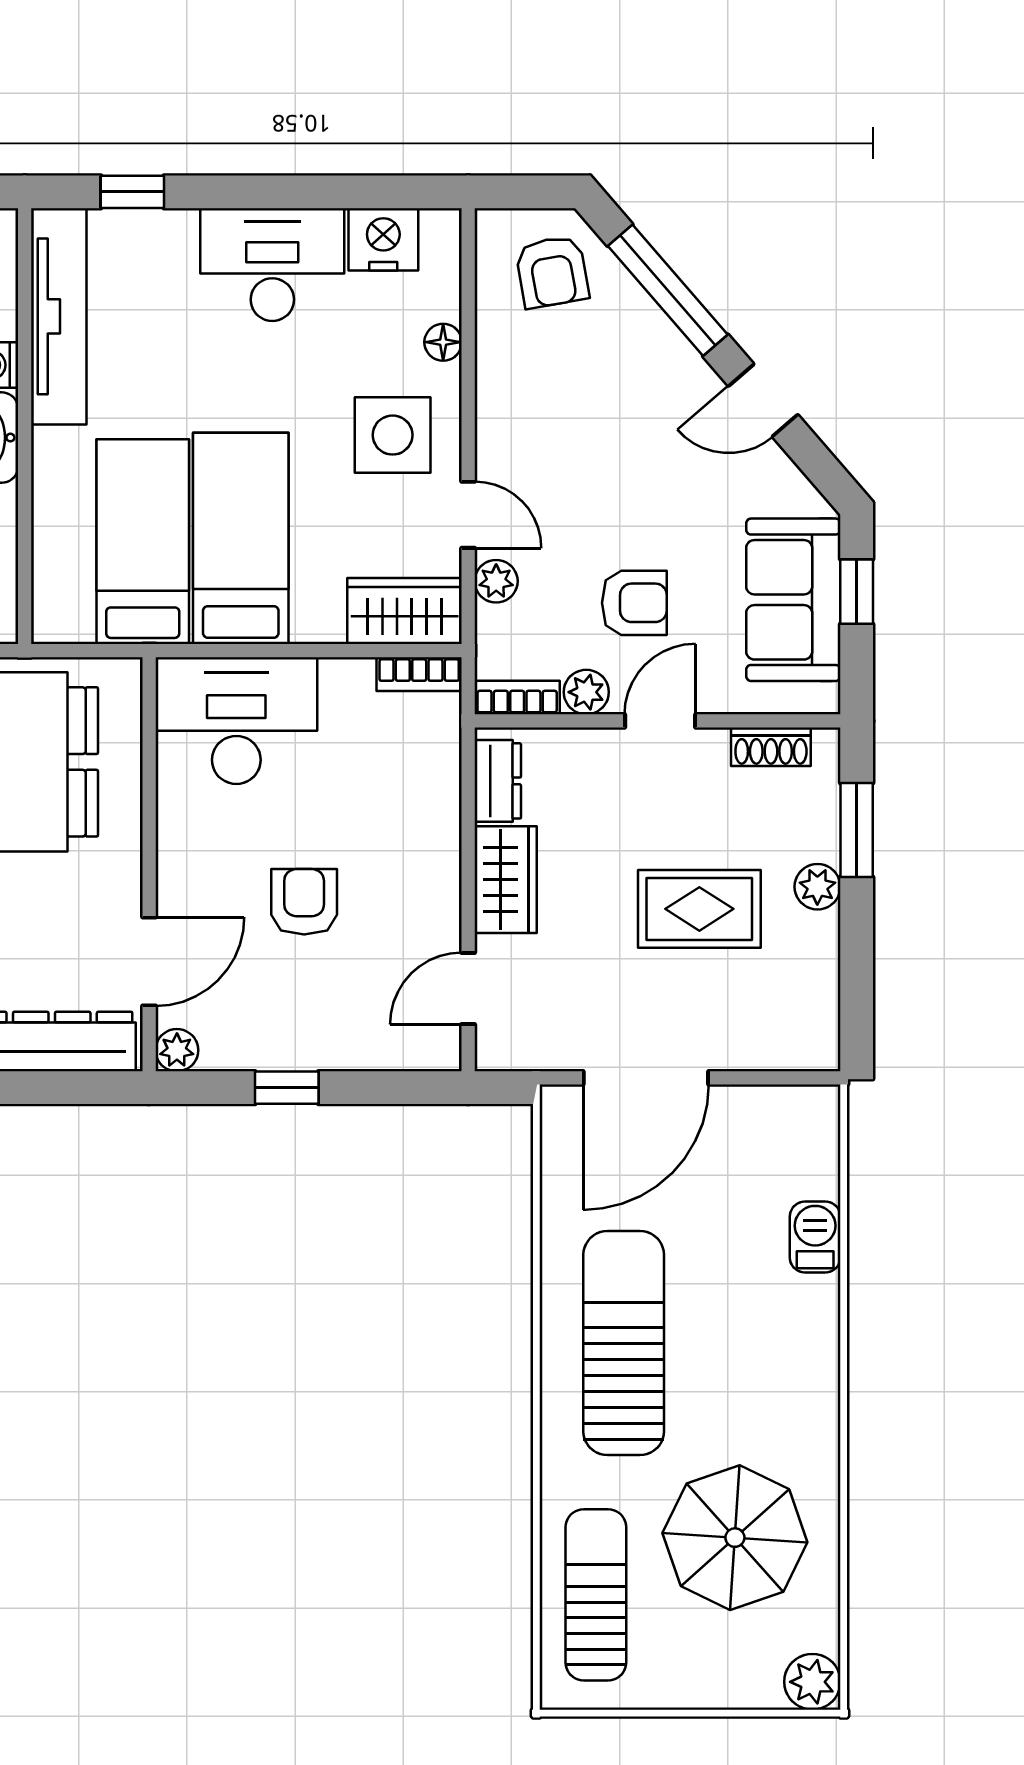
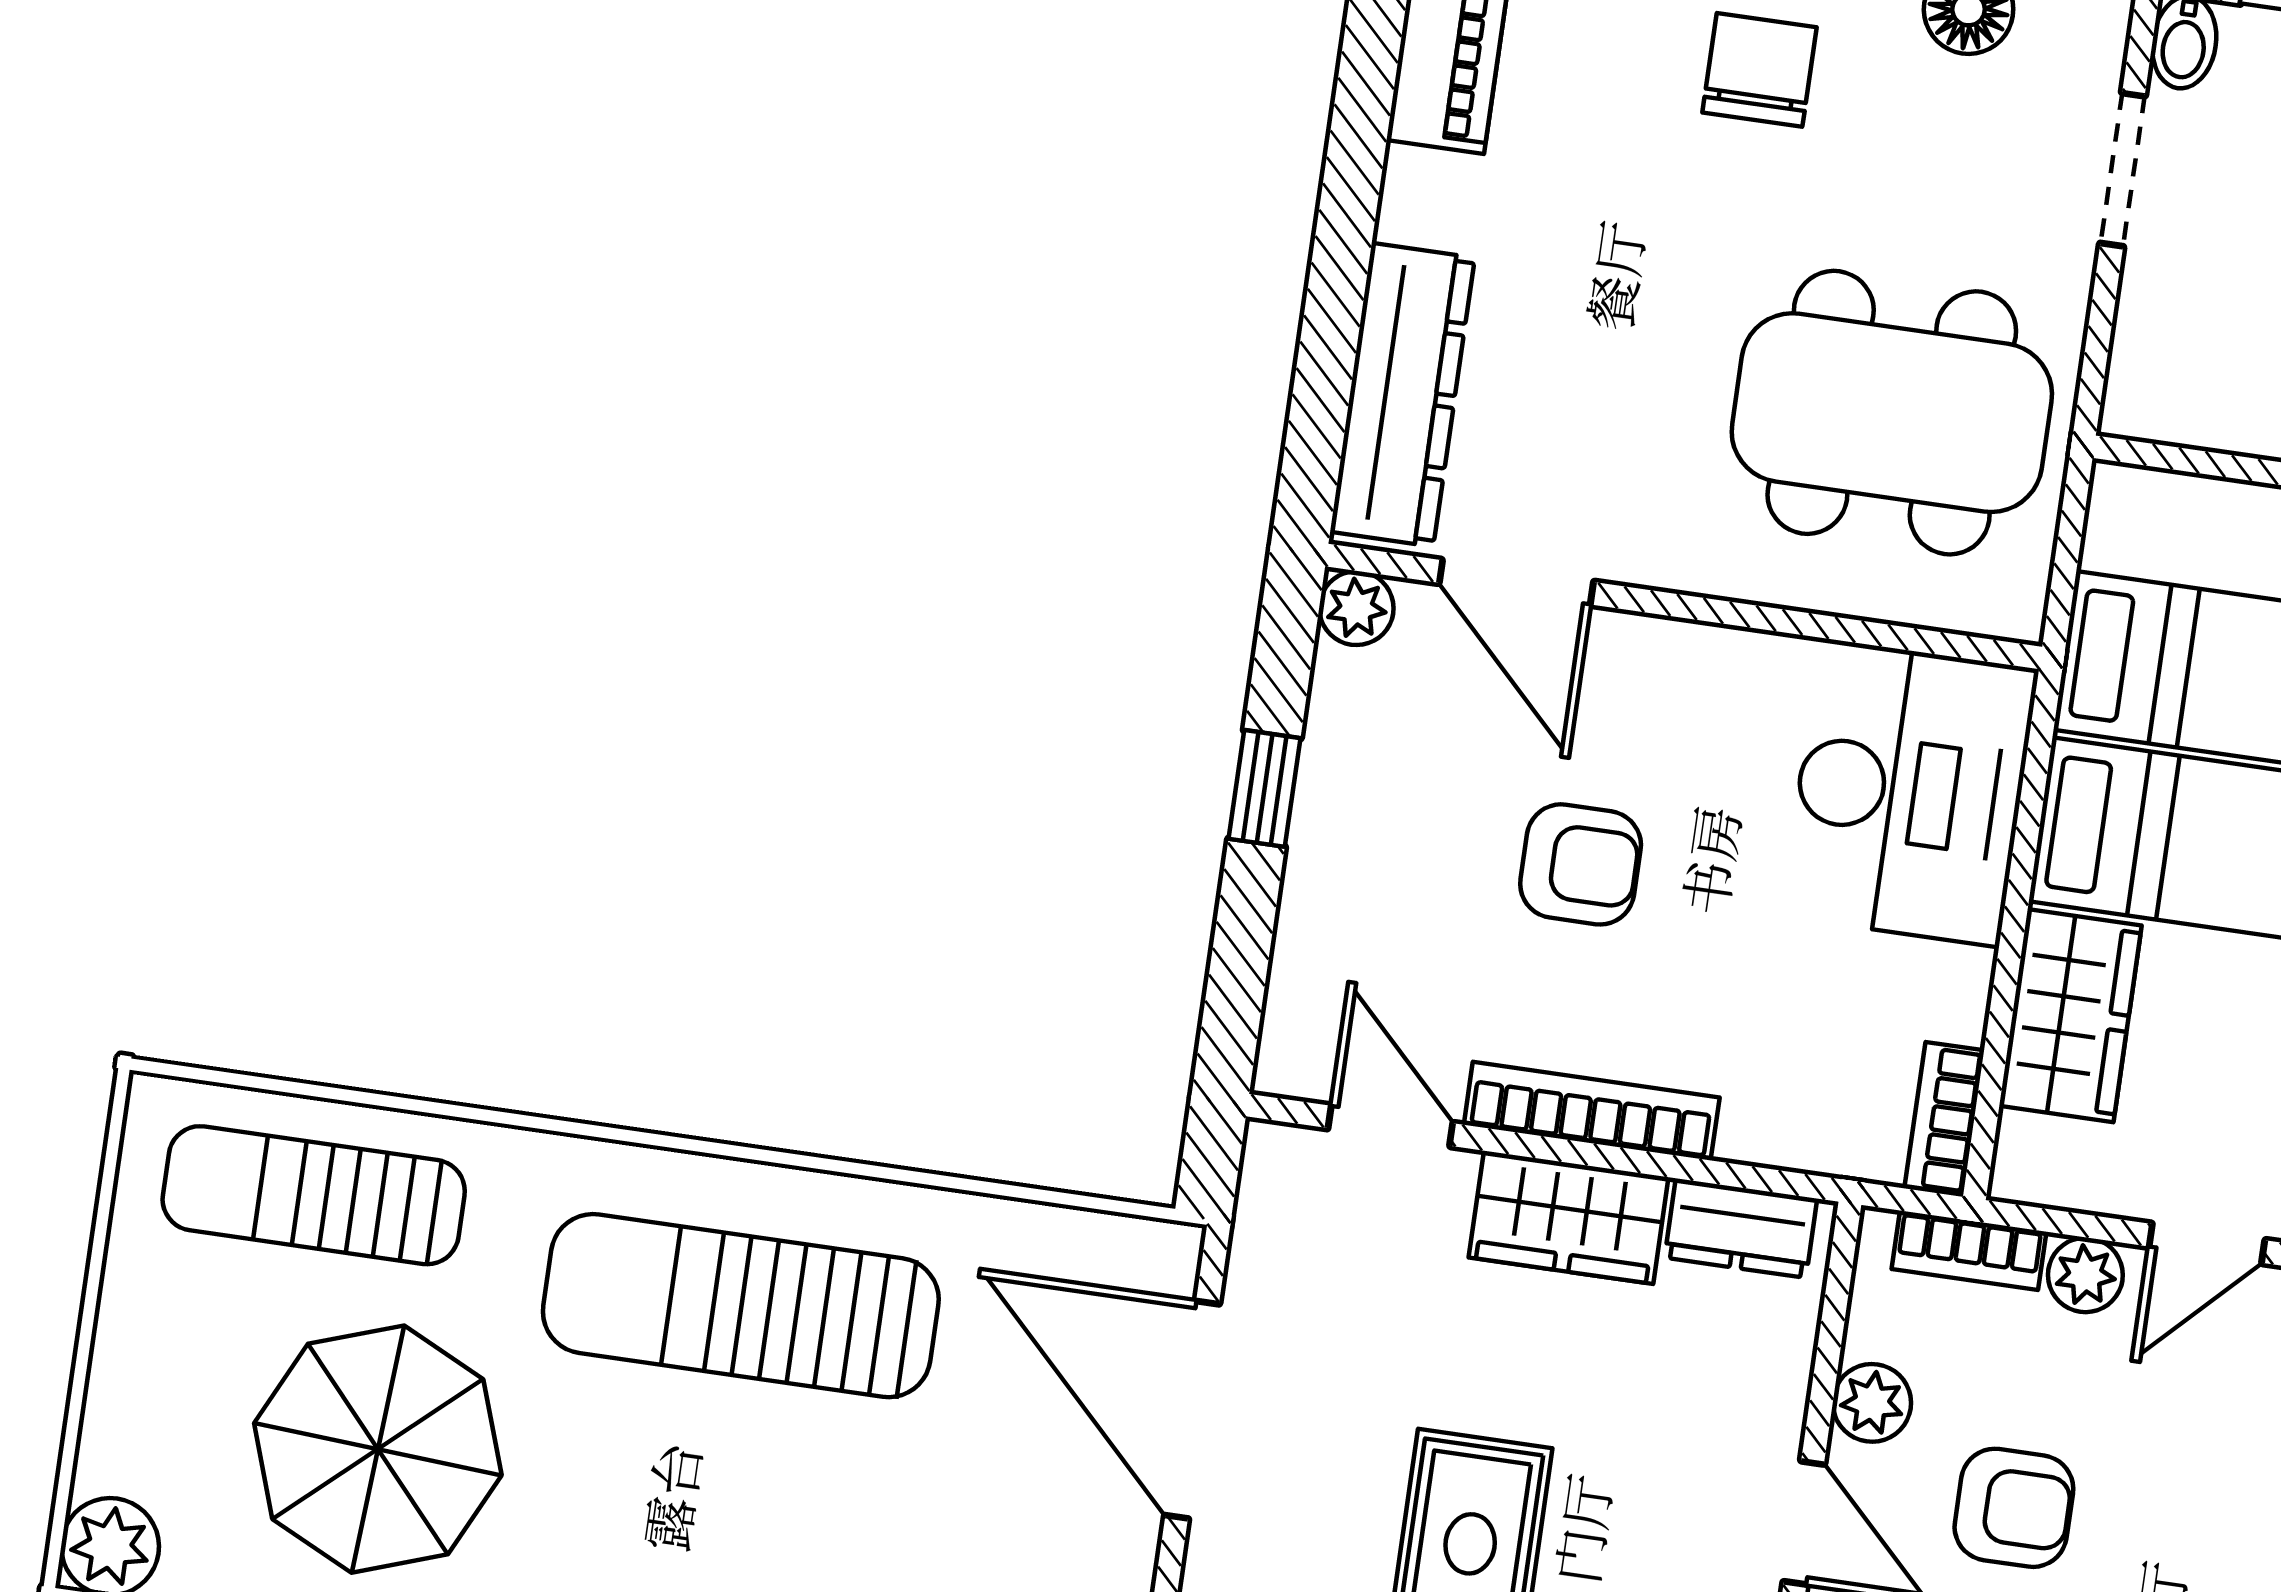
armchair: (634, 603) -> (2014, 1508), turned -90
wardrobe: (405, 611) -> (2070, 1016), moved
bookcase: (517, 698) -> (1969, 1250), moved, turned 90
bookcase: (443, 875) -> (1592, 1111), added
sun lounger: (624, 1343) -> (741, 1306), turned 180
sun lounger: (596, 1595) -> (314, 1195), turned 180

